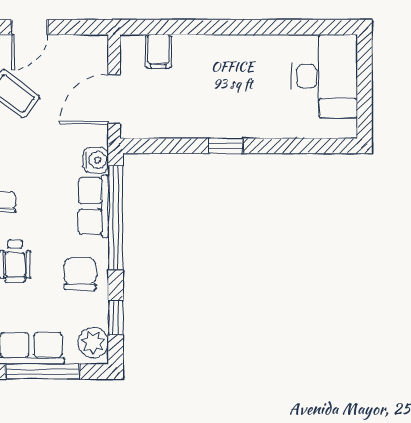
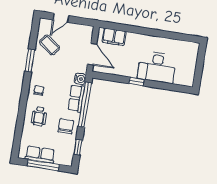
filing cabinet: (158, 51) -> (114, 37), width x2.00
desk: (324, 76) -> (157, 67), moved, turned 90
door: (114, 99) -> (92, 54), swing flipped
plant: (93, 342) -> (67, 156), removed

